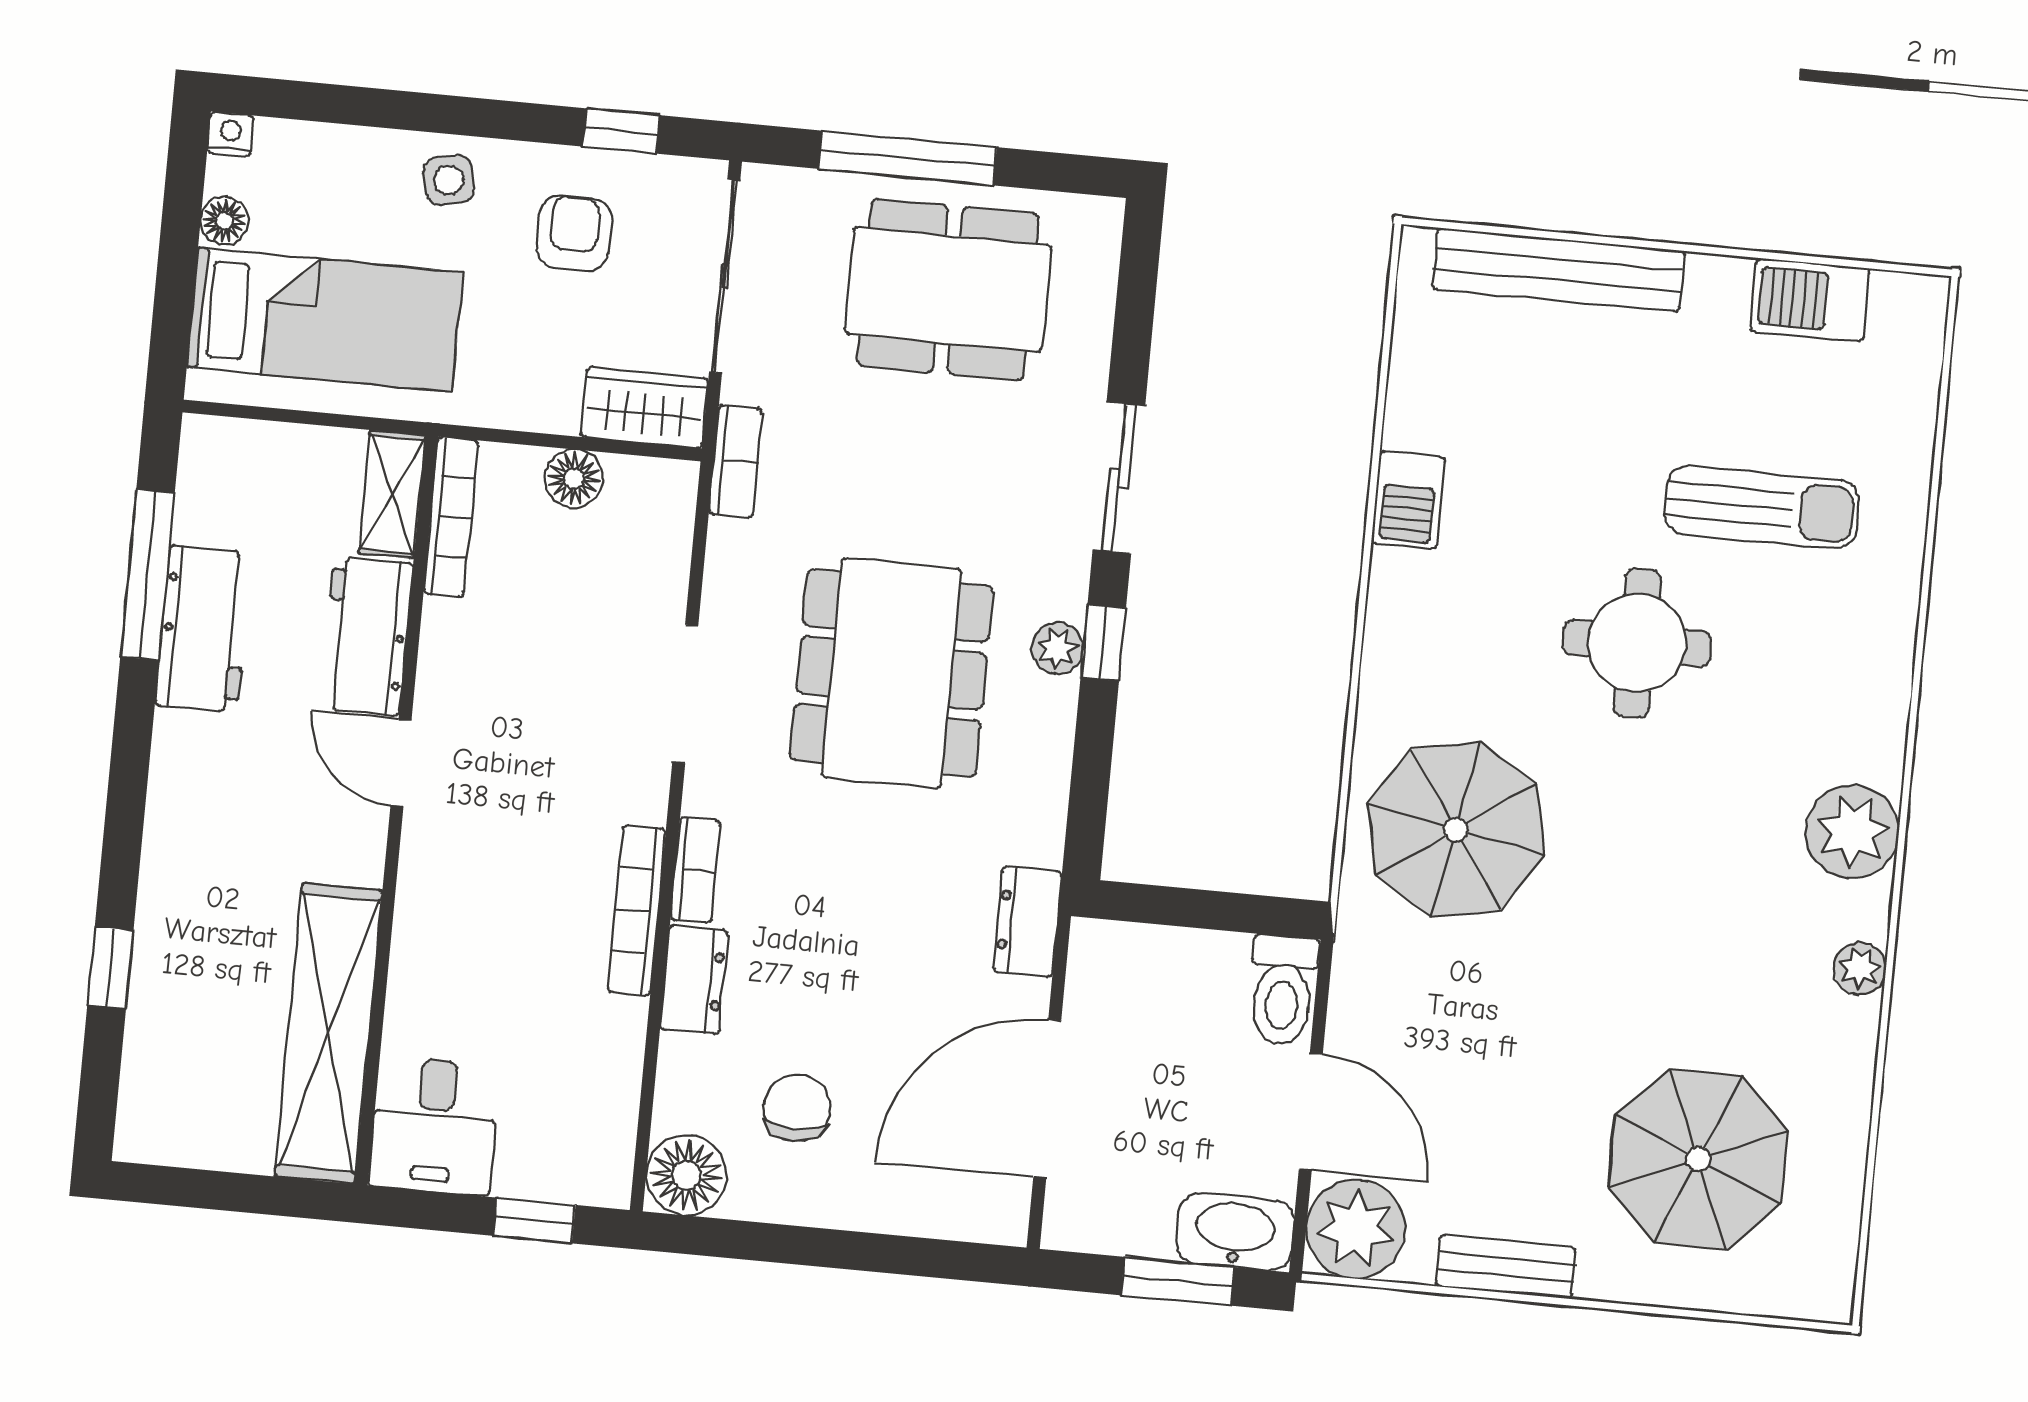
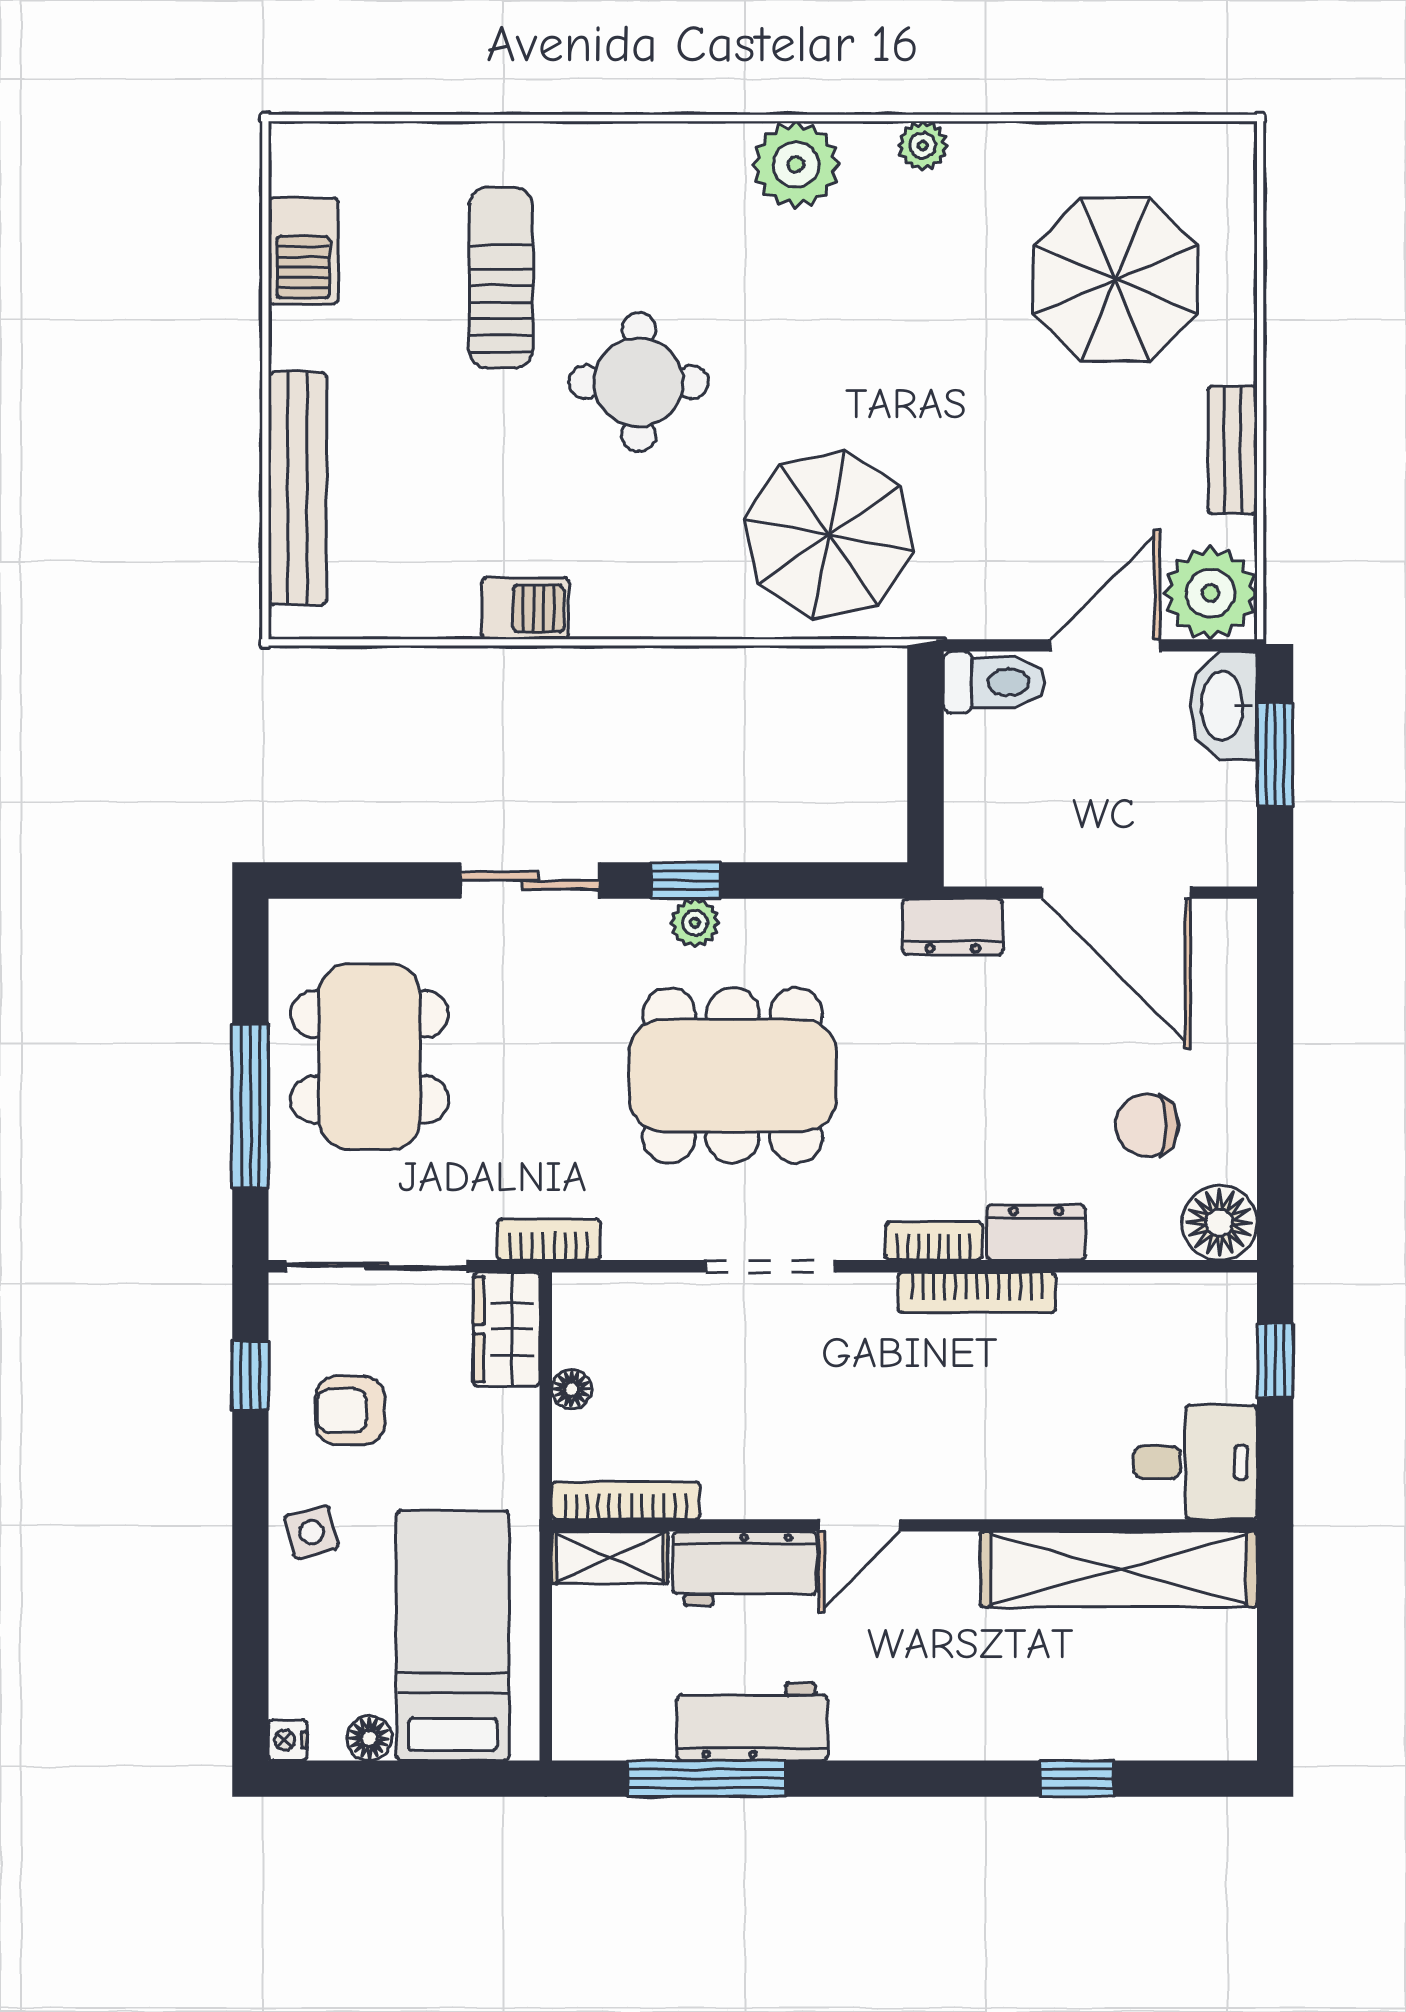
floor lamp: (574, 479) -> (572, 1389), width x0.73, depth x0.73

